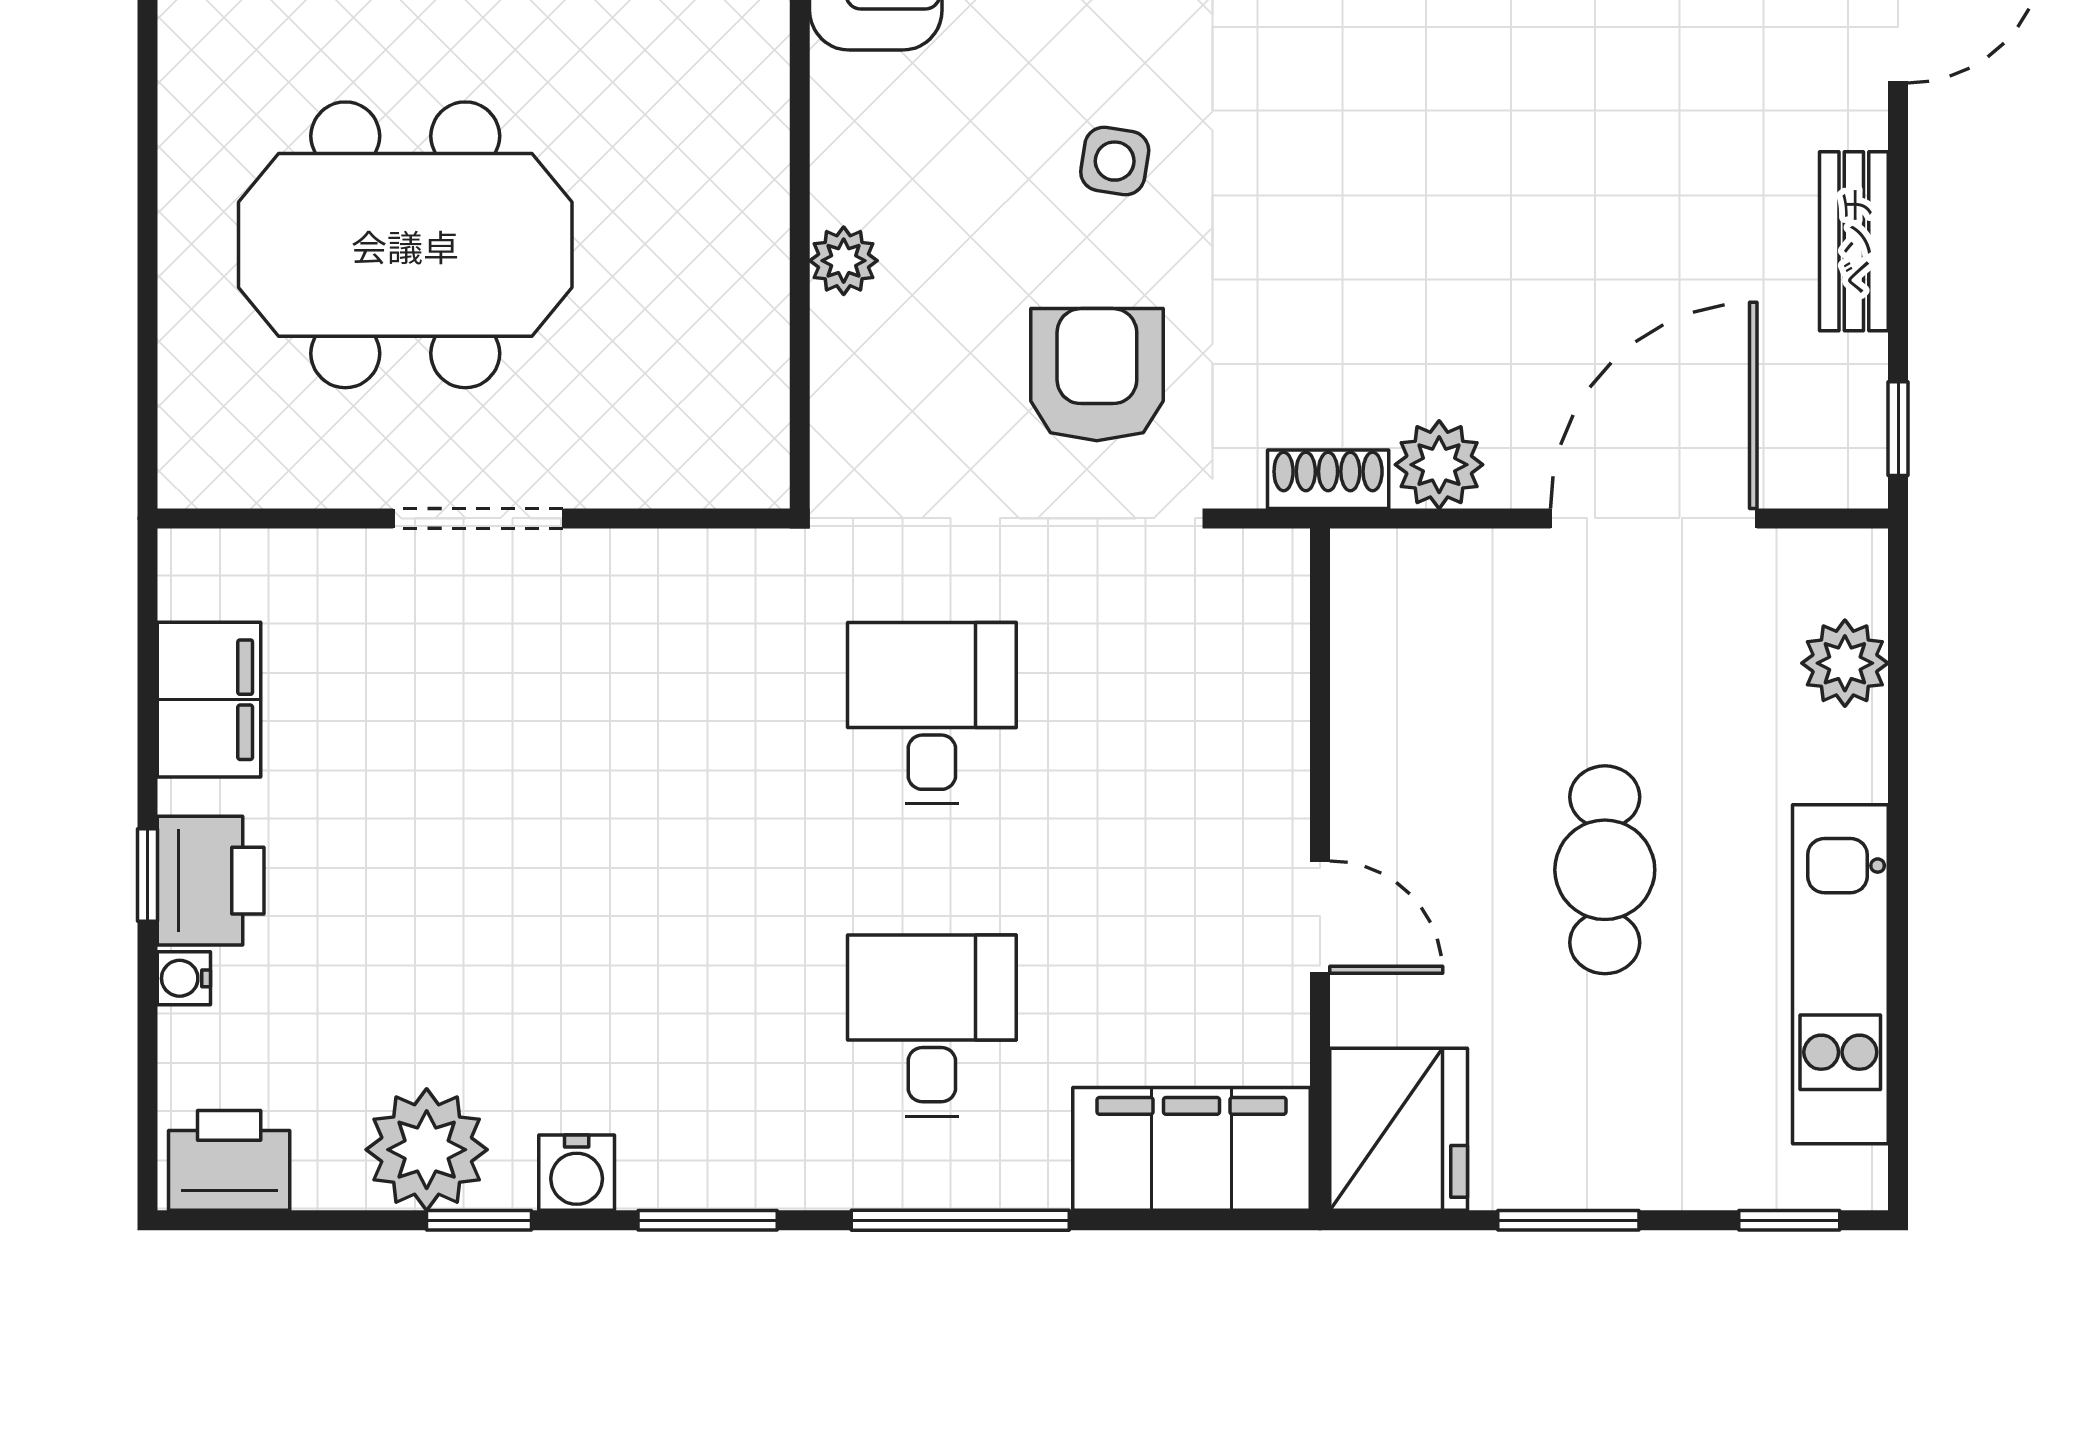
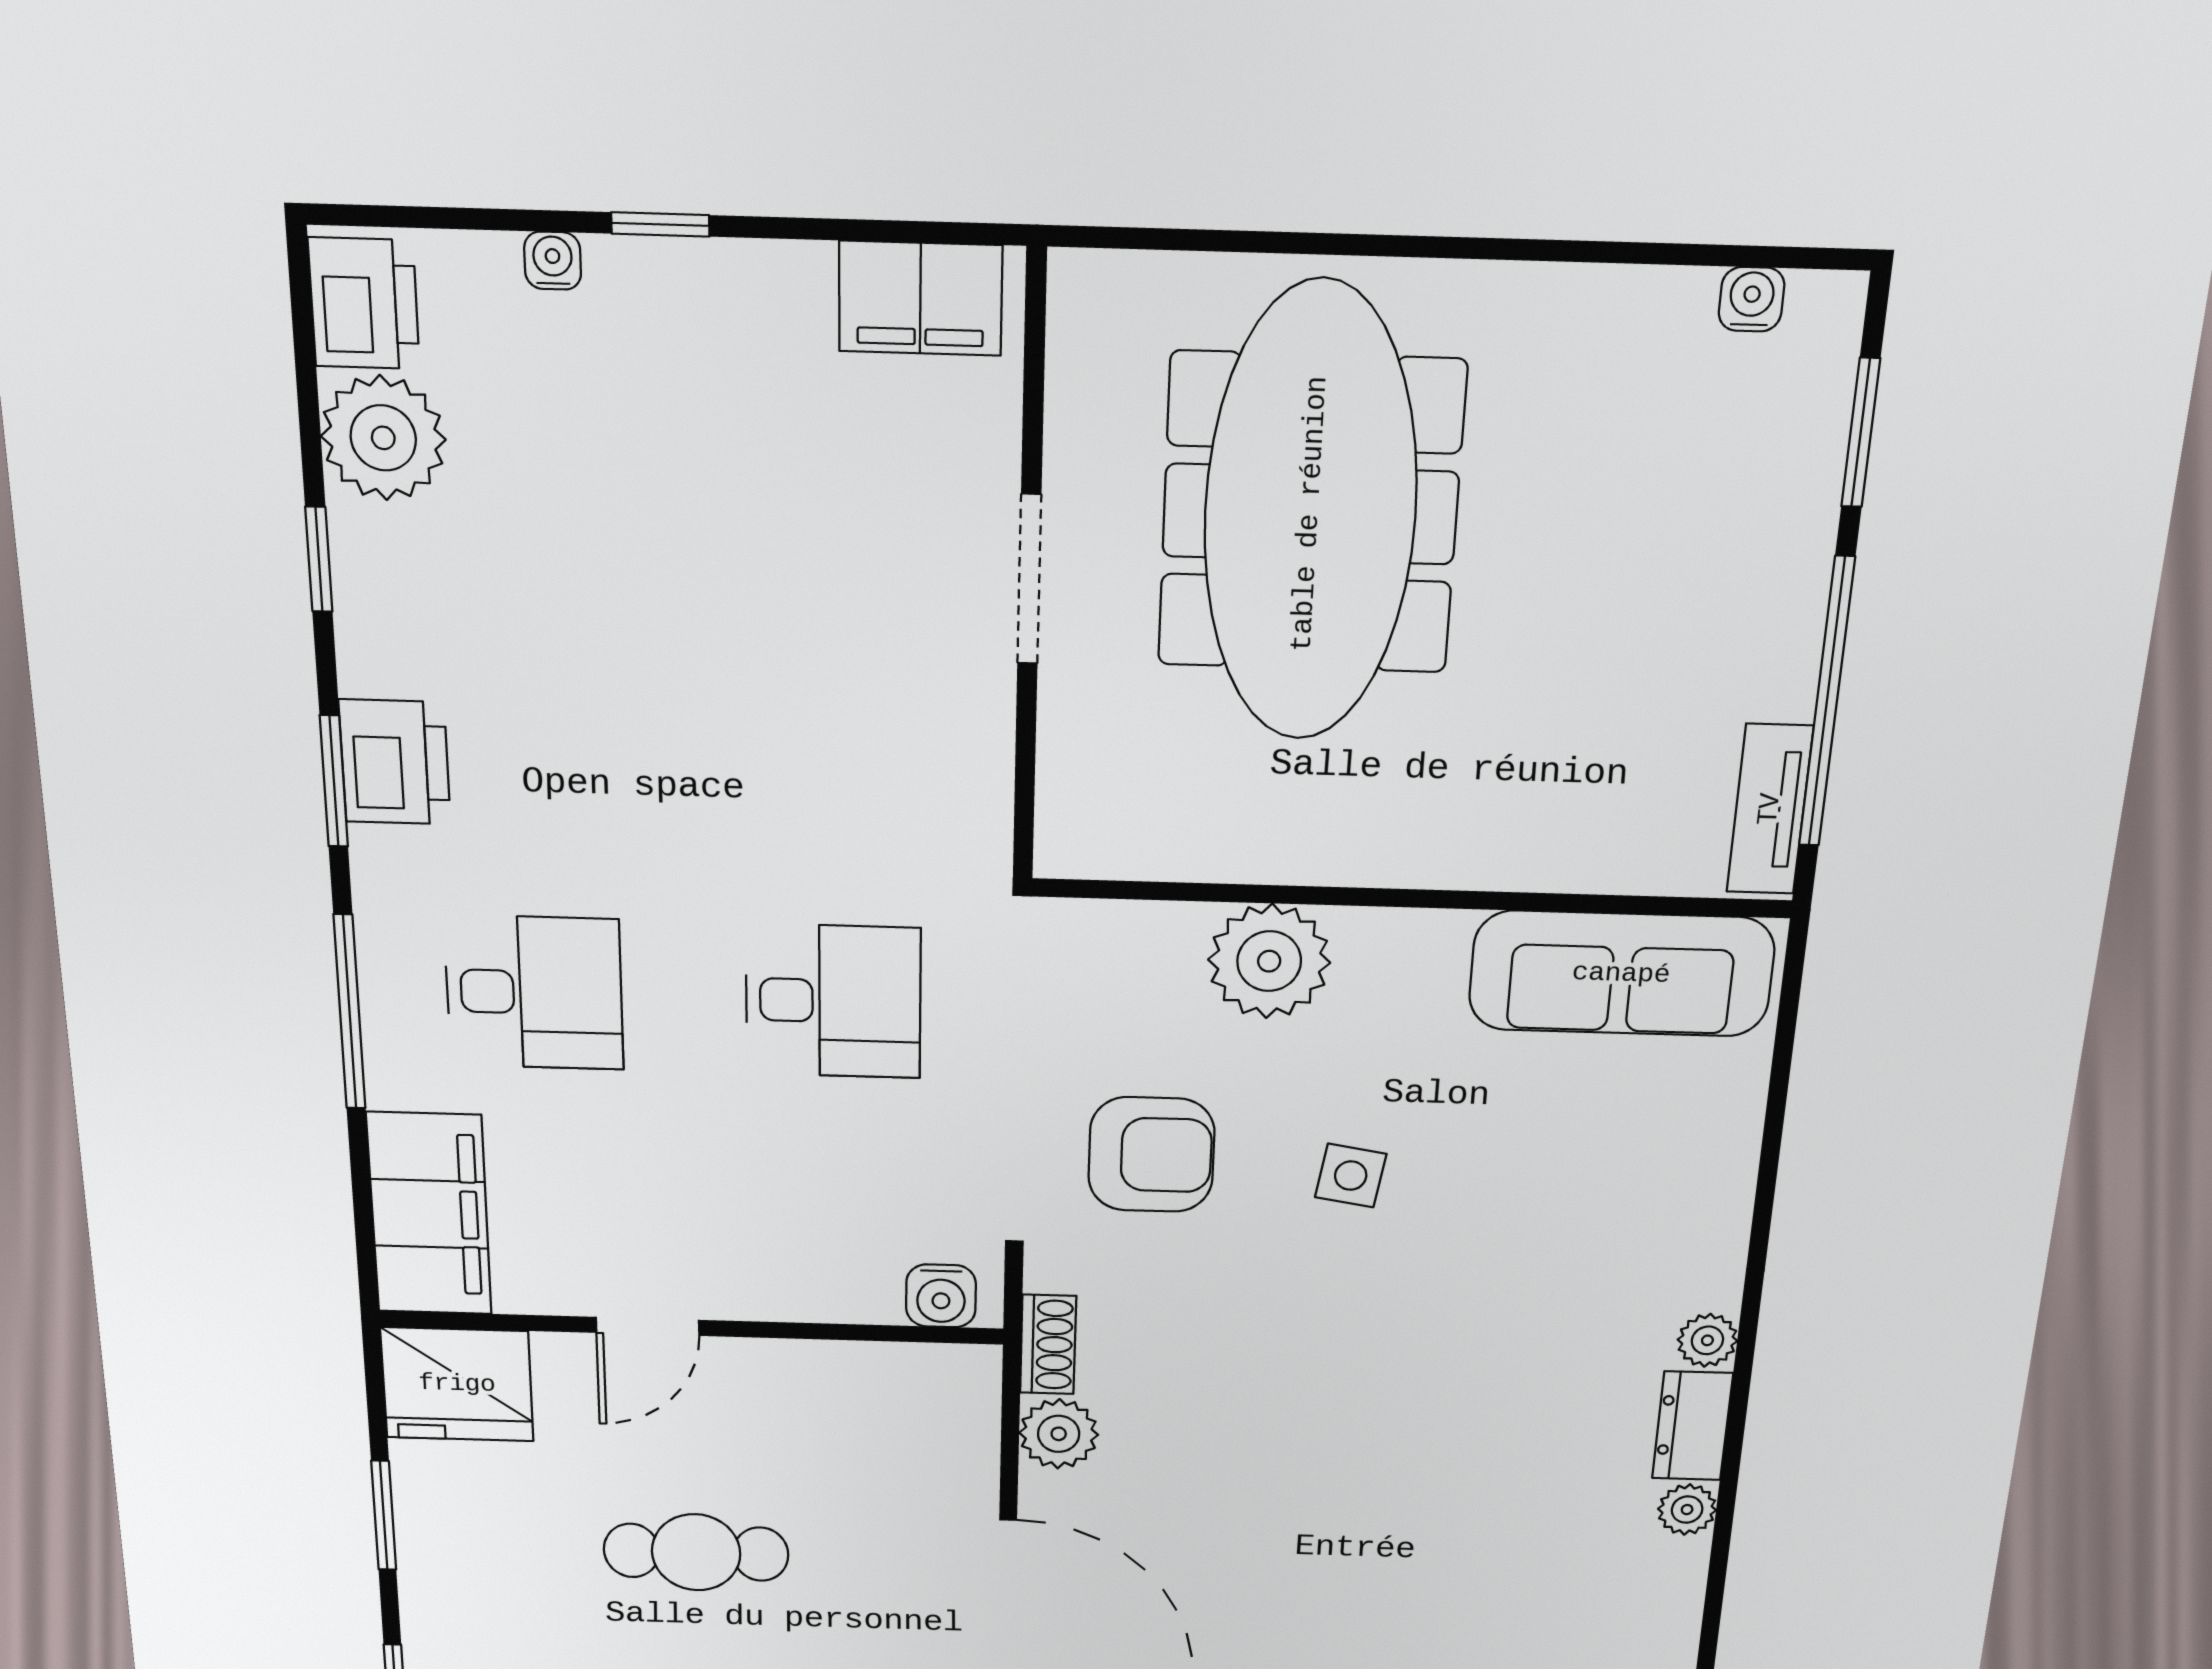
meeting table: (405, 245) -> (1310, 514), width x1.36
plant: (844, 261) -> (1269, 961), width x1.88, depth x1.88
filing cabinet: (209, 700) -> (920, 298), moved
printer: (211, 881) -> (395, 762), moved, turned -90
plant: (427, 1150) -> (383, 438), moved
water cooler: (577, 1173) -> (941, 1296), moved, turned -90

